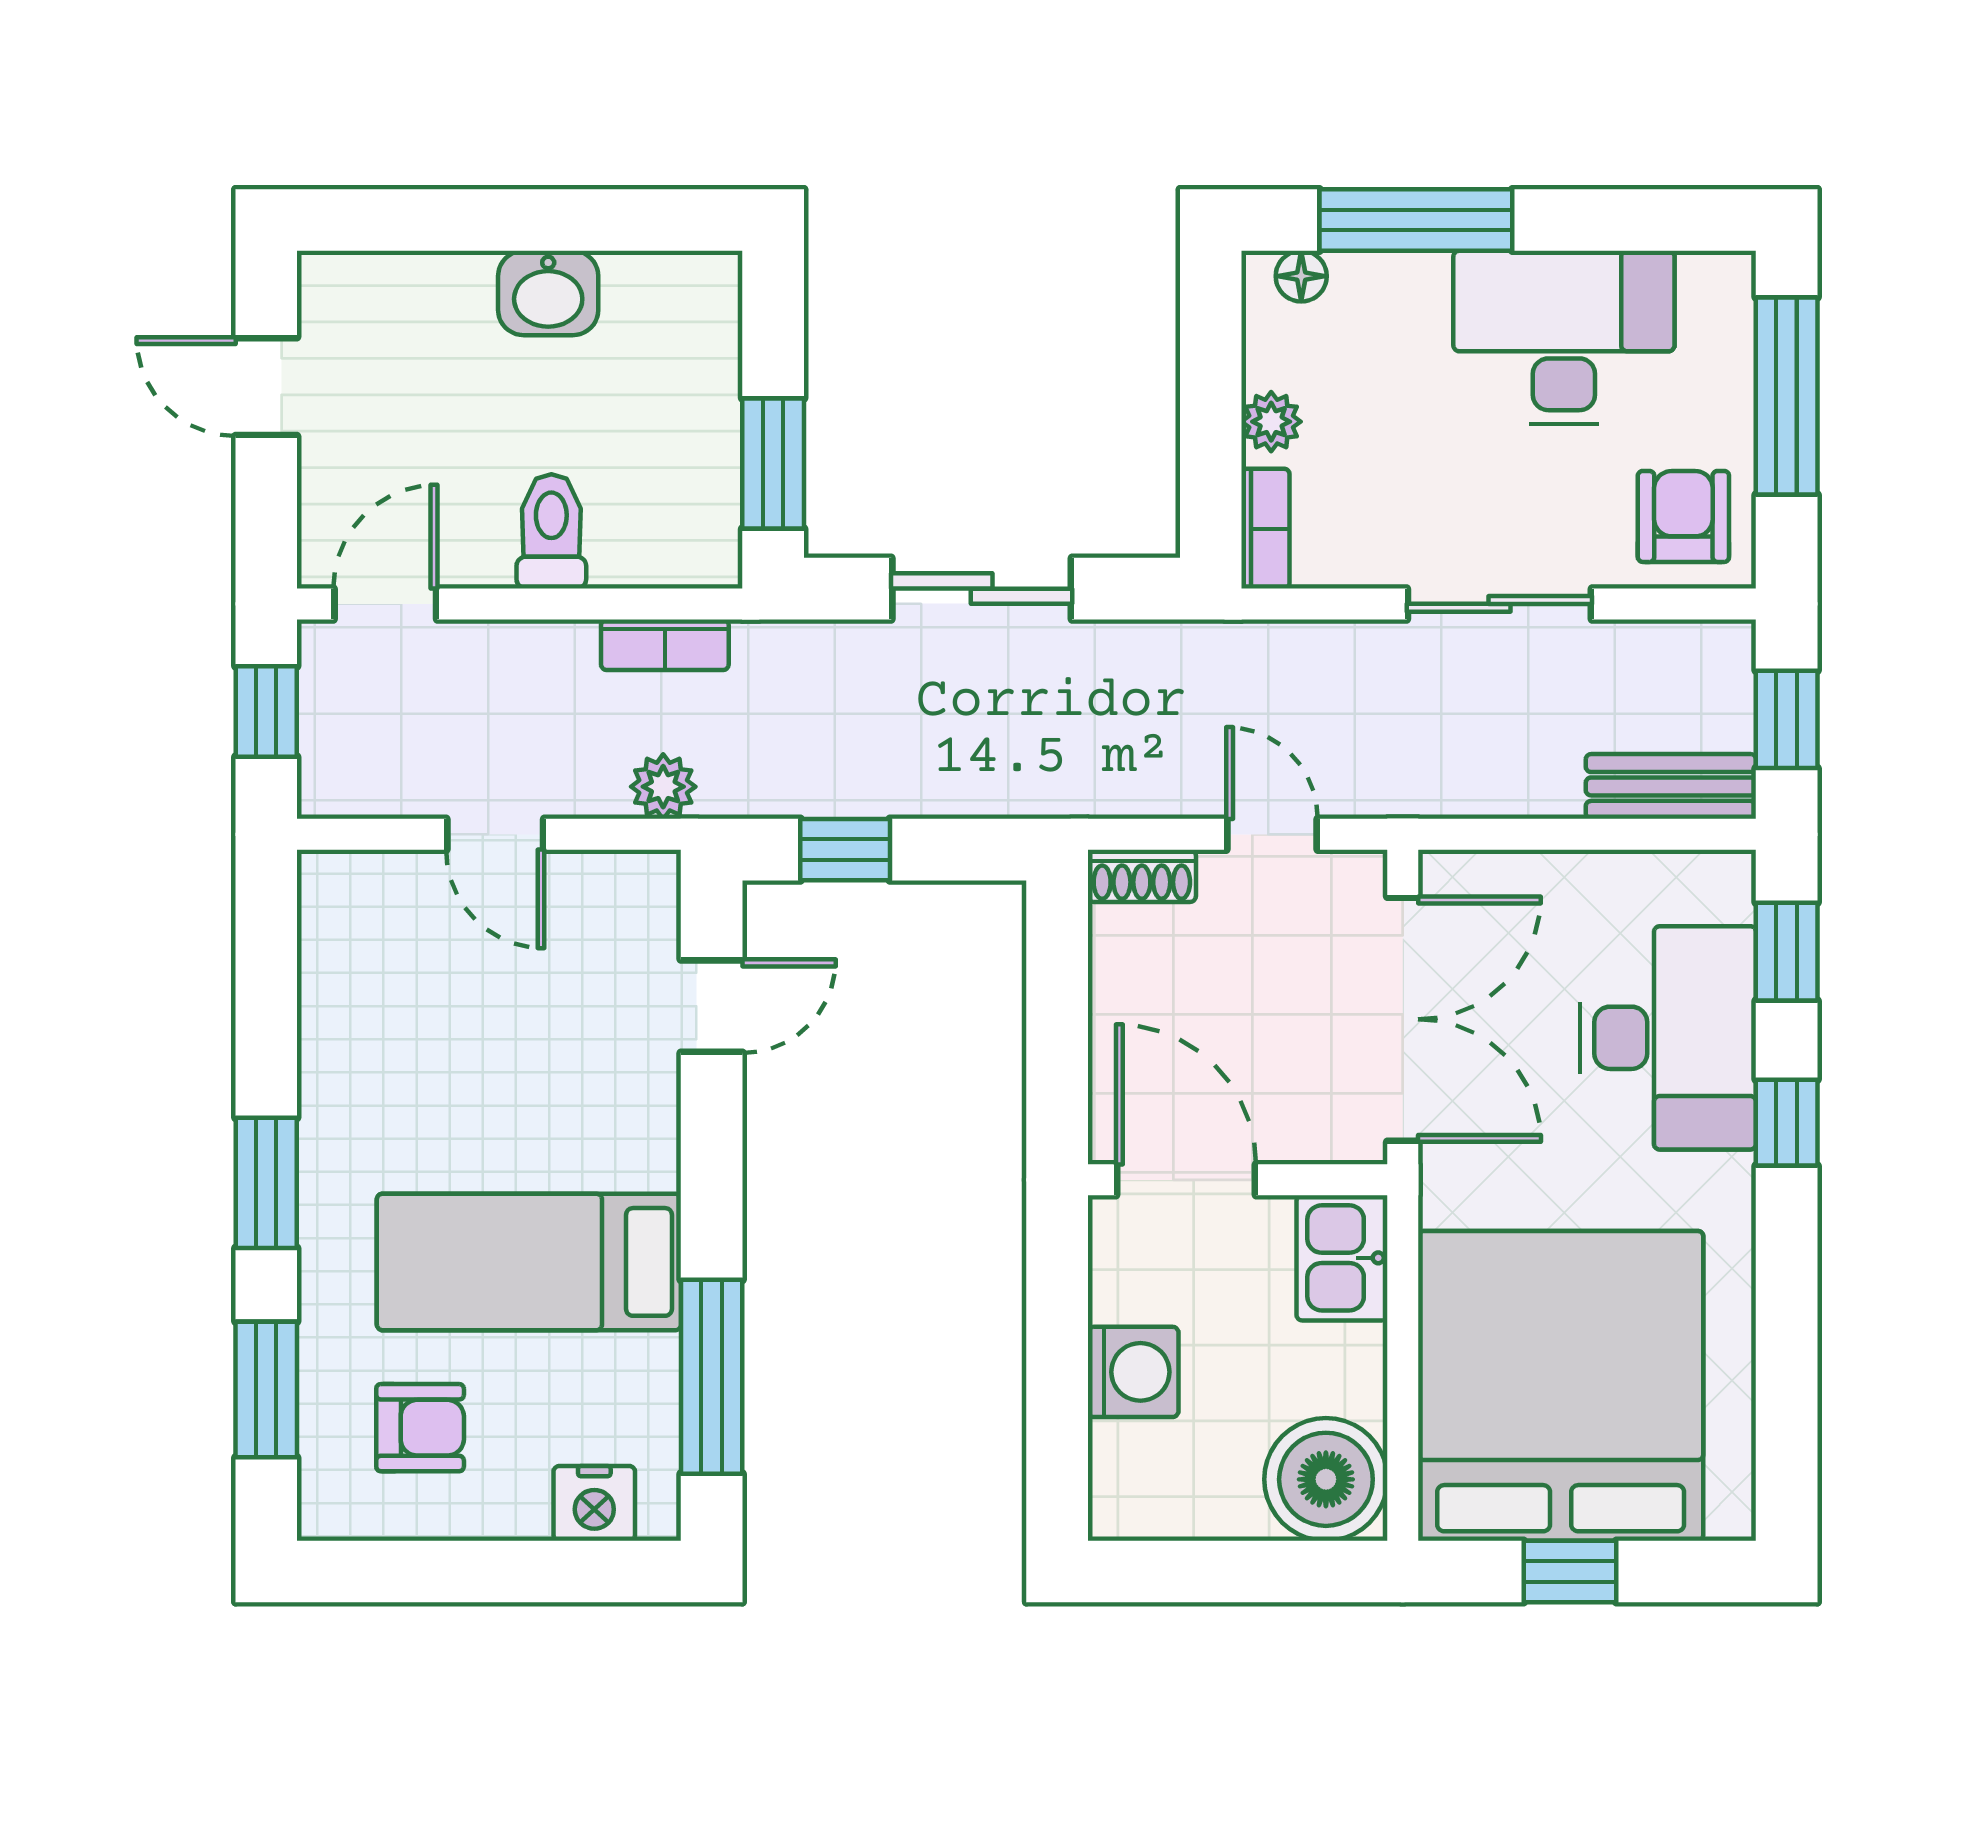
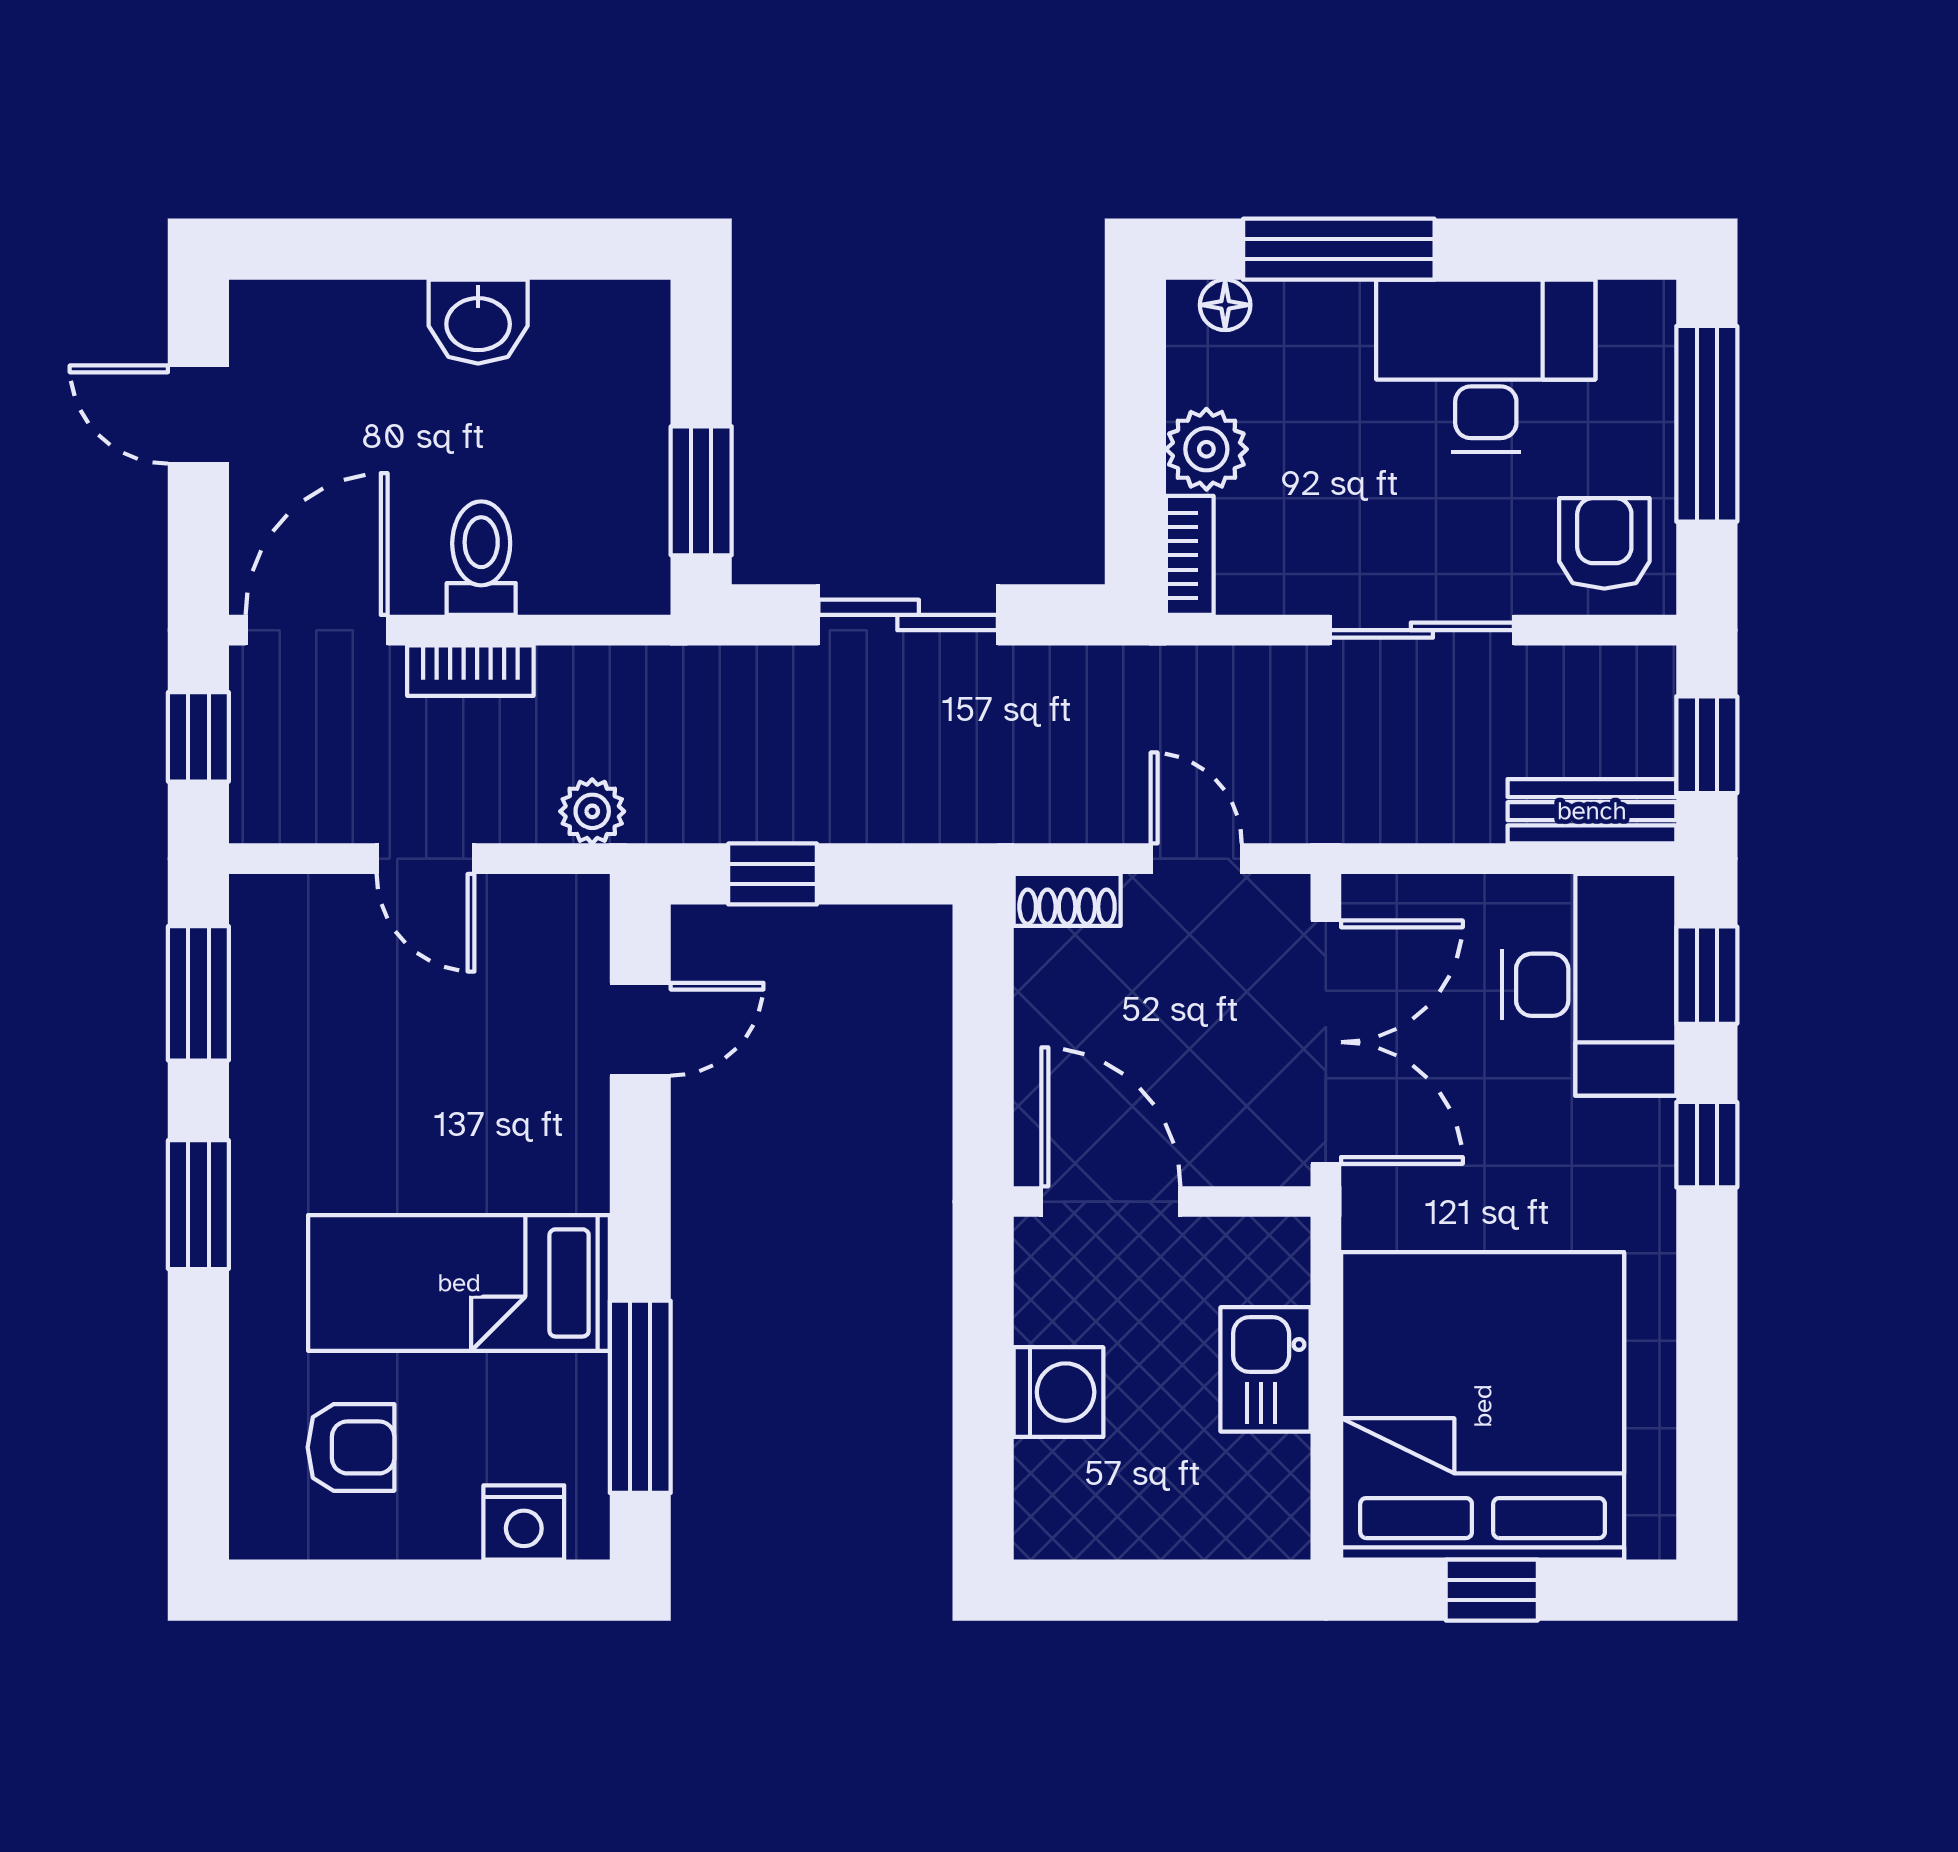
plant: (1271, 422) -> (1206, 449), width x1.38, depth x1.38
door: (385, 604) -> (317, 630), width x1.38
bookcase: (665, 645) -> (470, 671), moved
desk: (1668, 1038) -> (1589, 985), moved
kitchen sink: (1342, 1258) -> (1266, 1369), moved
window: (266, 1390) -> (198, 993), moved
boiler: (1326, 1479) -> (1250, 1499), removed

